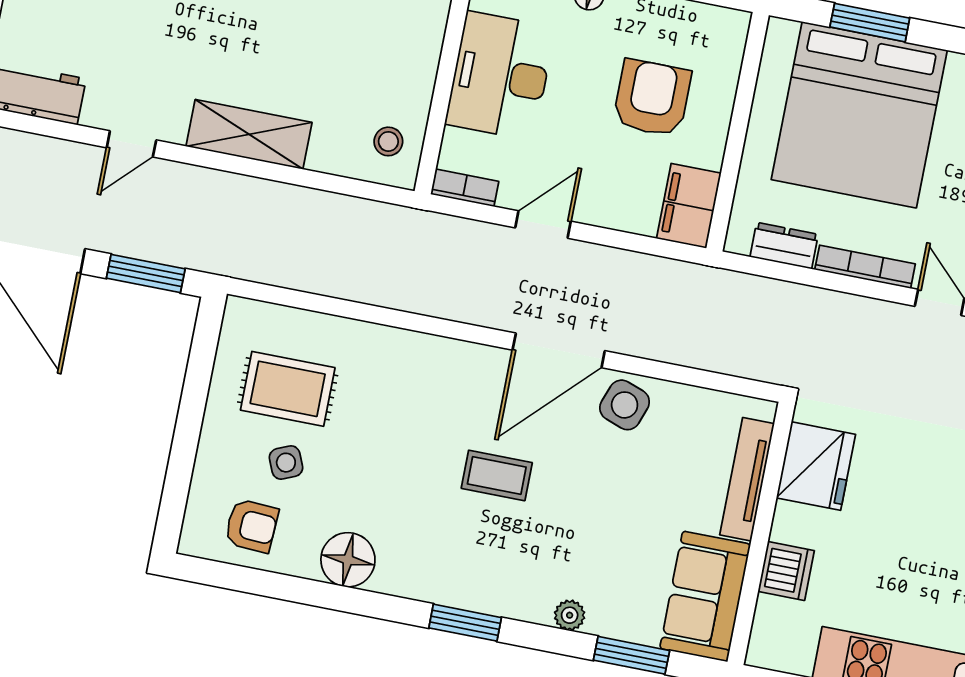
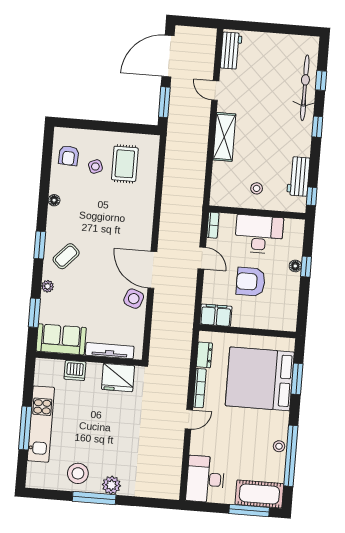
armchair: (652, 98) -> (251, 282), moved, turned 180
stool: (388, 141) -> (257, 188), moved
coffee table: (497, 475) -> (66, 256), moved, turned 43
floor lamp: (348, 560) -> (54, 200), width x0.53, depth x0.53

